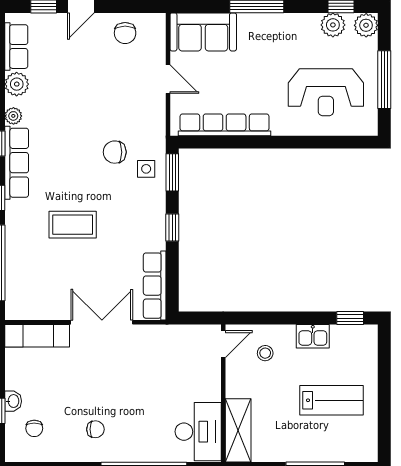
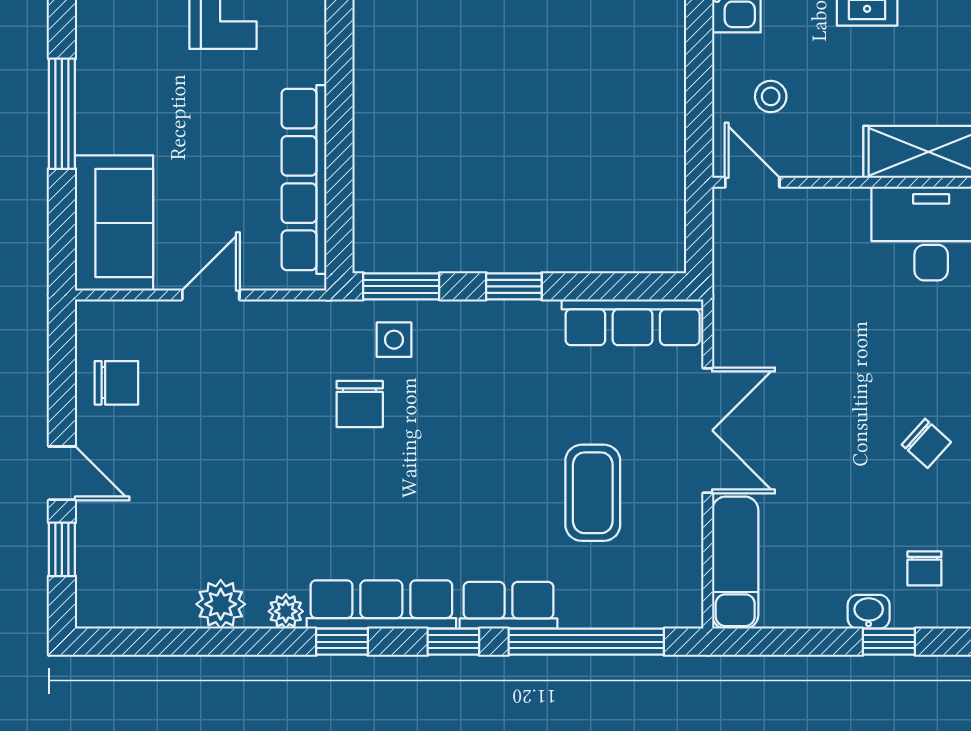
row of seats: (16, 47) -> (508, 605), moved
coffee table: (73, 225) -> (593, 493), moved
double door: (102, 322) -> (708, 430), swing flipped
chair: (34, 428) -> (924, 568), turned 90
chair: (95, 429) -> (926, 443), turned 132

